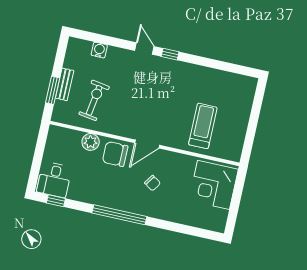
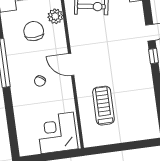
treadmill: (203, 126) -> (103, 106), turned -90
chair: (115, 154) -> (34, 31), moved

